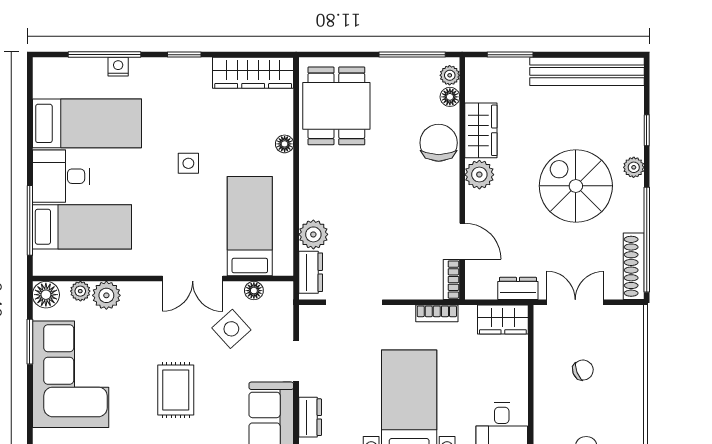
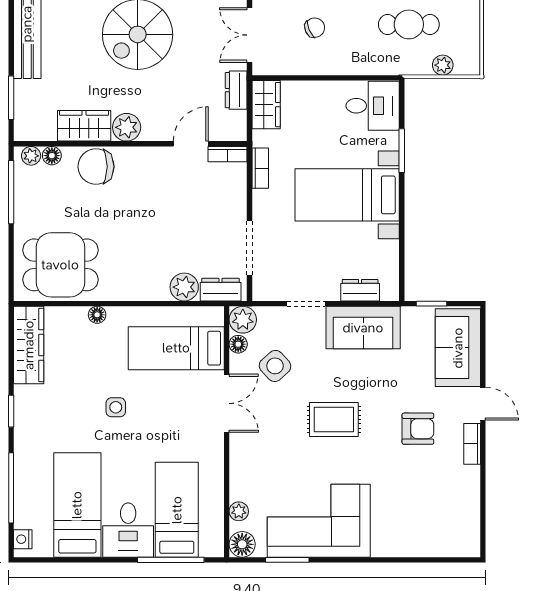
nightstand: (118, 67) -> (23, 539), moved
plant: (106, 295) -> (243, 320), moved
chair: (583, 370) -> (315, 28), turned 87

